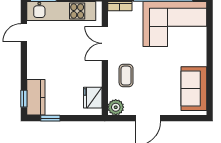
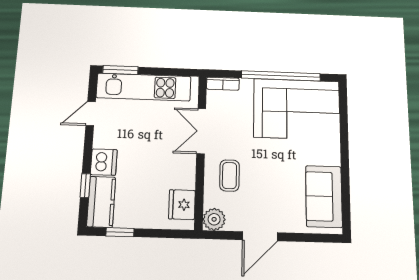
dishwasher: (36, 69) -> (104, 162), added
window: (24, 99) -> (85, 186), moved

